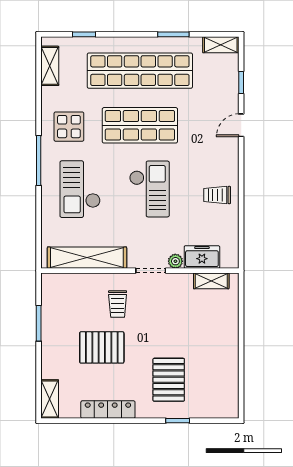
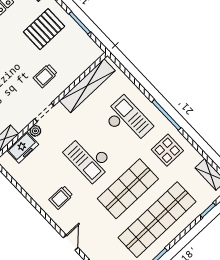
trolley: (217, 195) -> (61, 198), moved, turned 180
trolley: (118, 304) -> (45, 76), turned -90
pallet: (102, 347) -> (44, 29), moved

